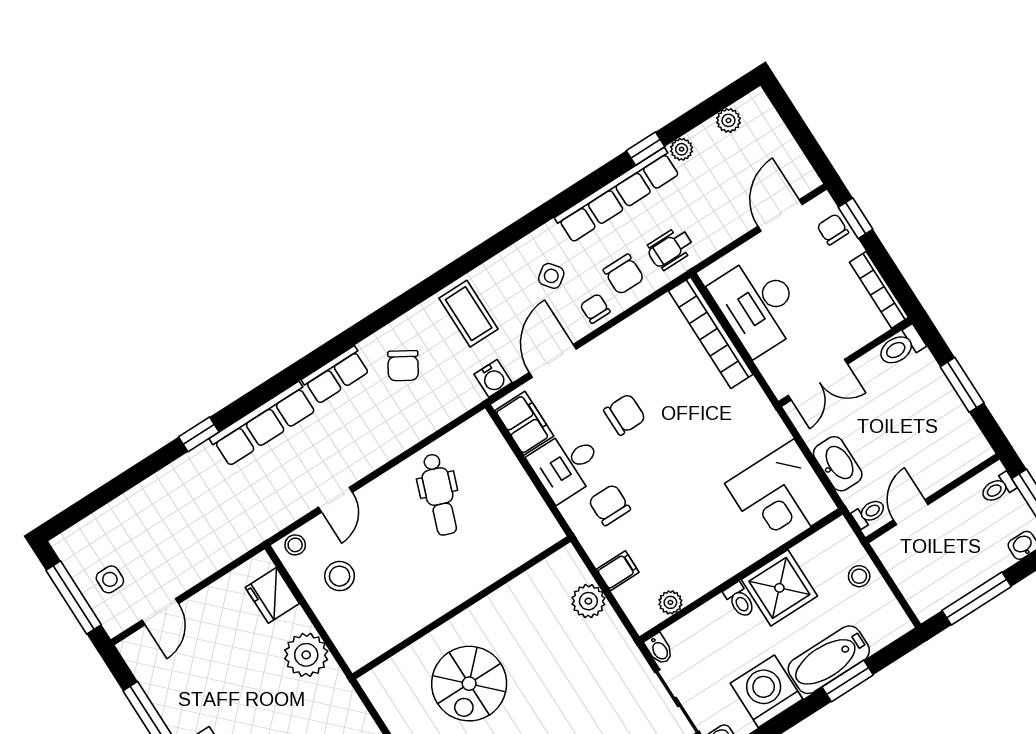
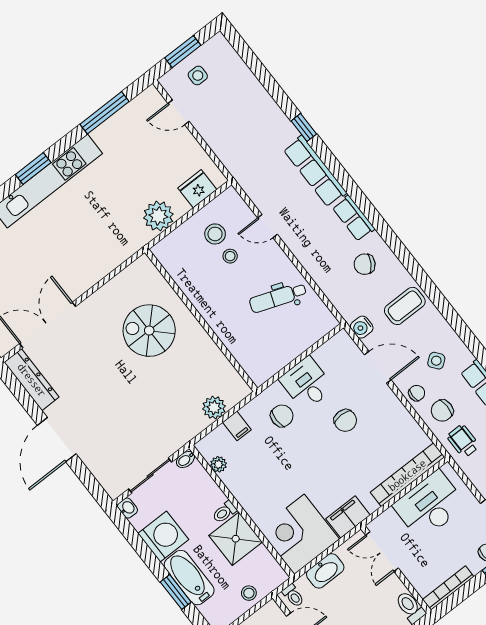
filing cabinet: (524, 423) -> (348, 517), moved, turned 180
stool: (295, 545) -> (230, 256), moved
window: (74, 598) -> (183, 52), width x0.69

